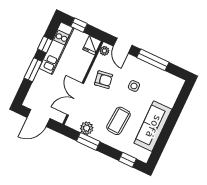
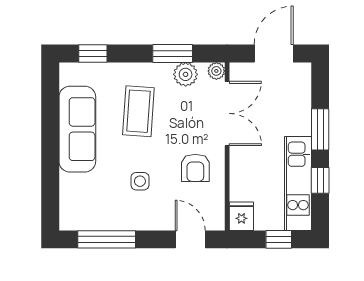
plant: (104, 51) -> (216, 71), moved
window: (153, 60) -> (107, 239), moved
armchair: (104, 80) -> (195, 168), turned -81

